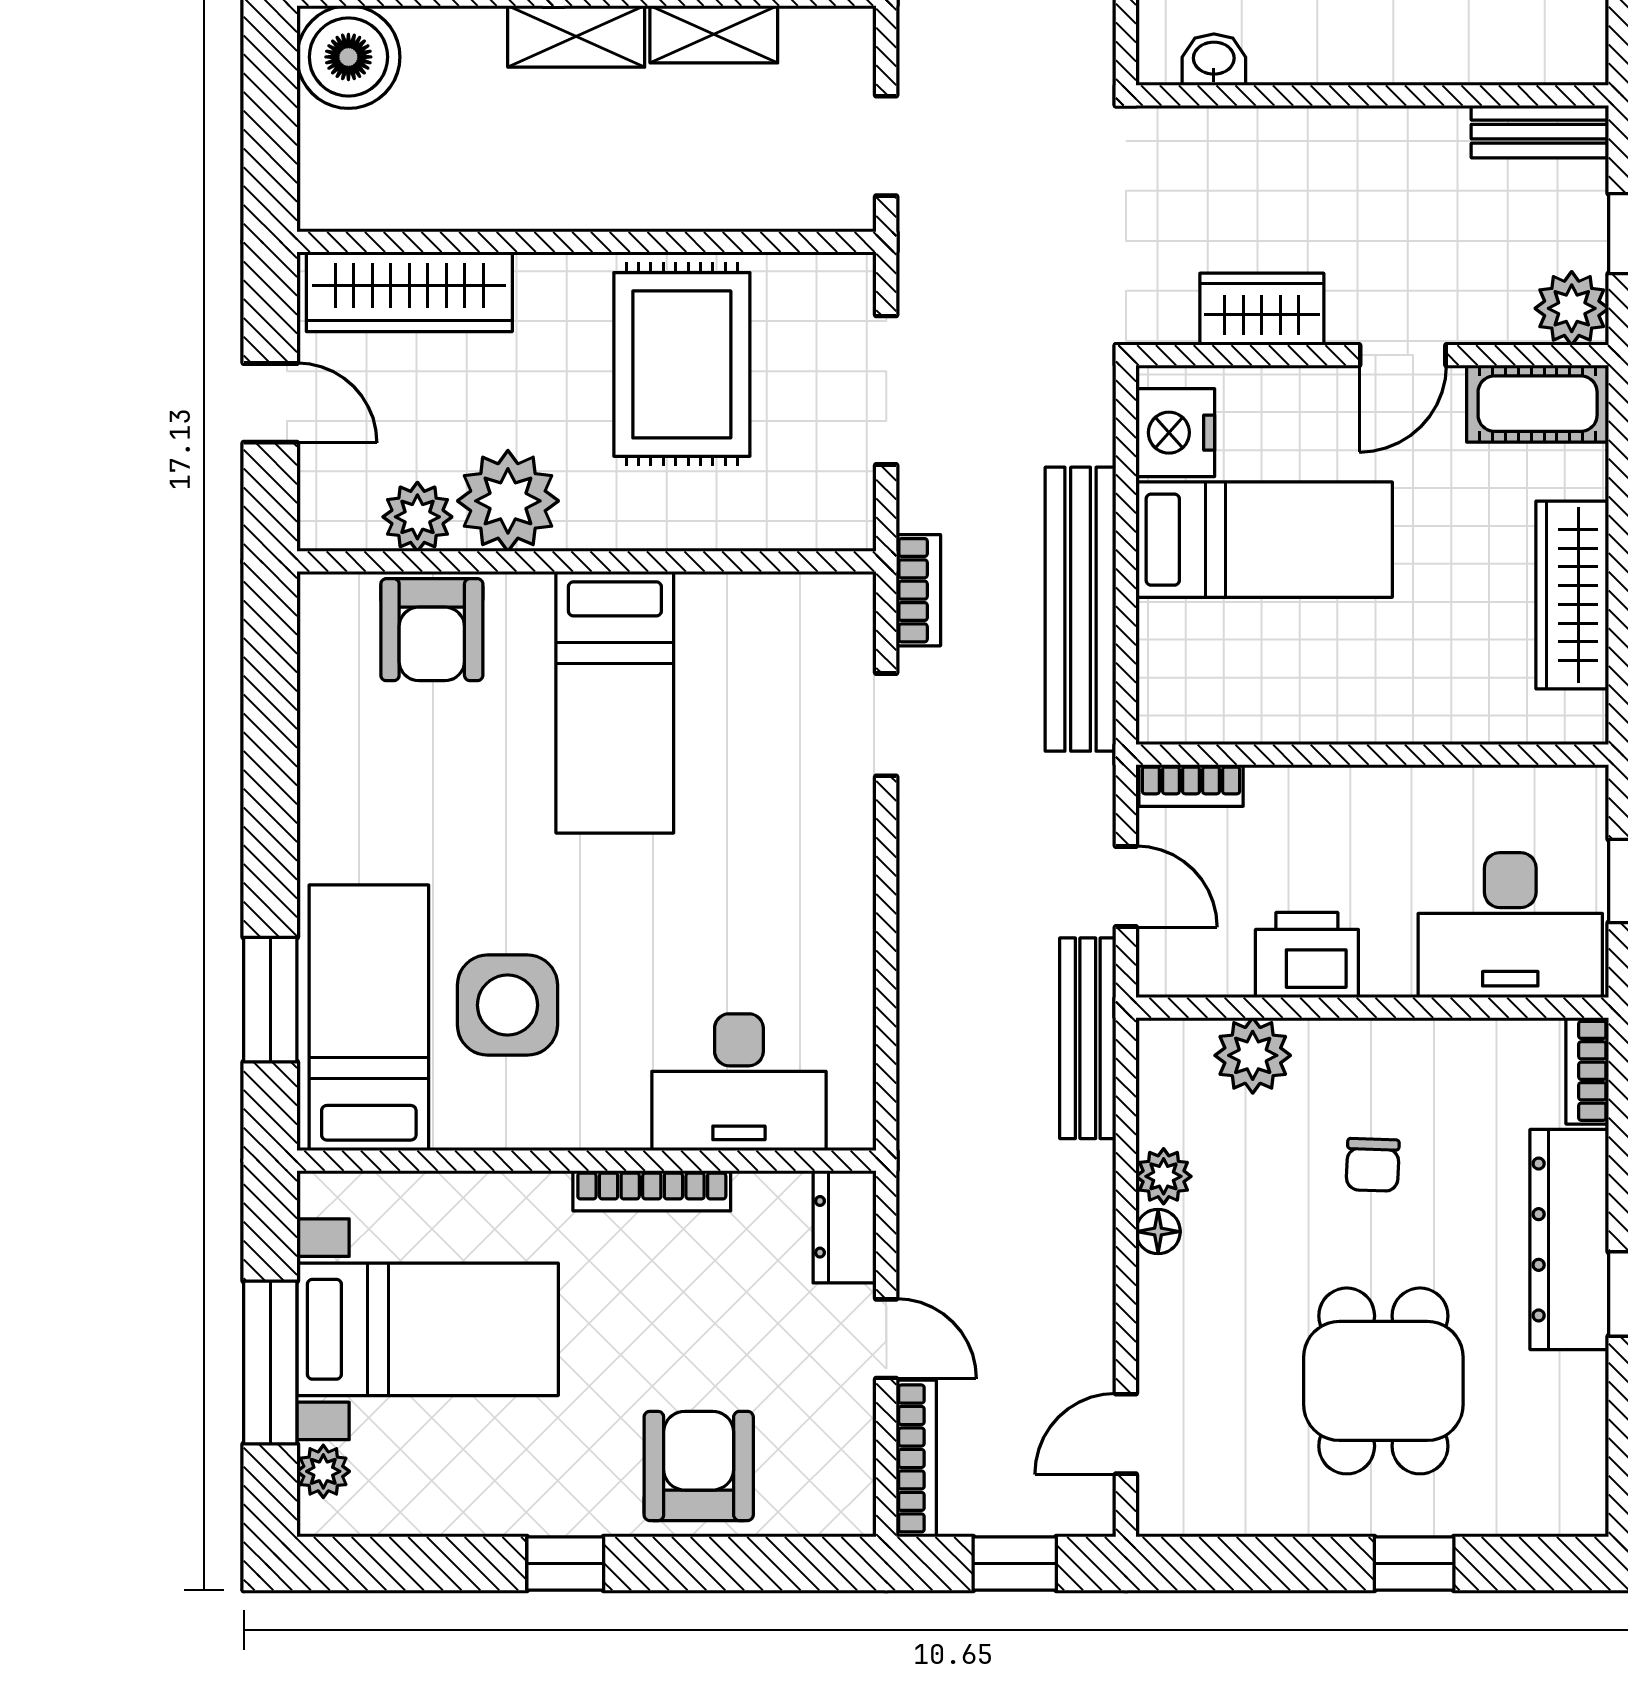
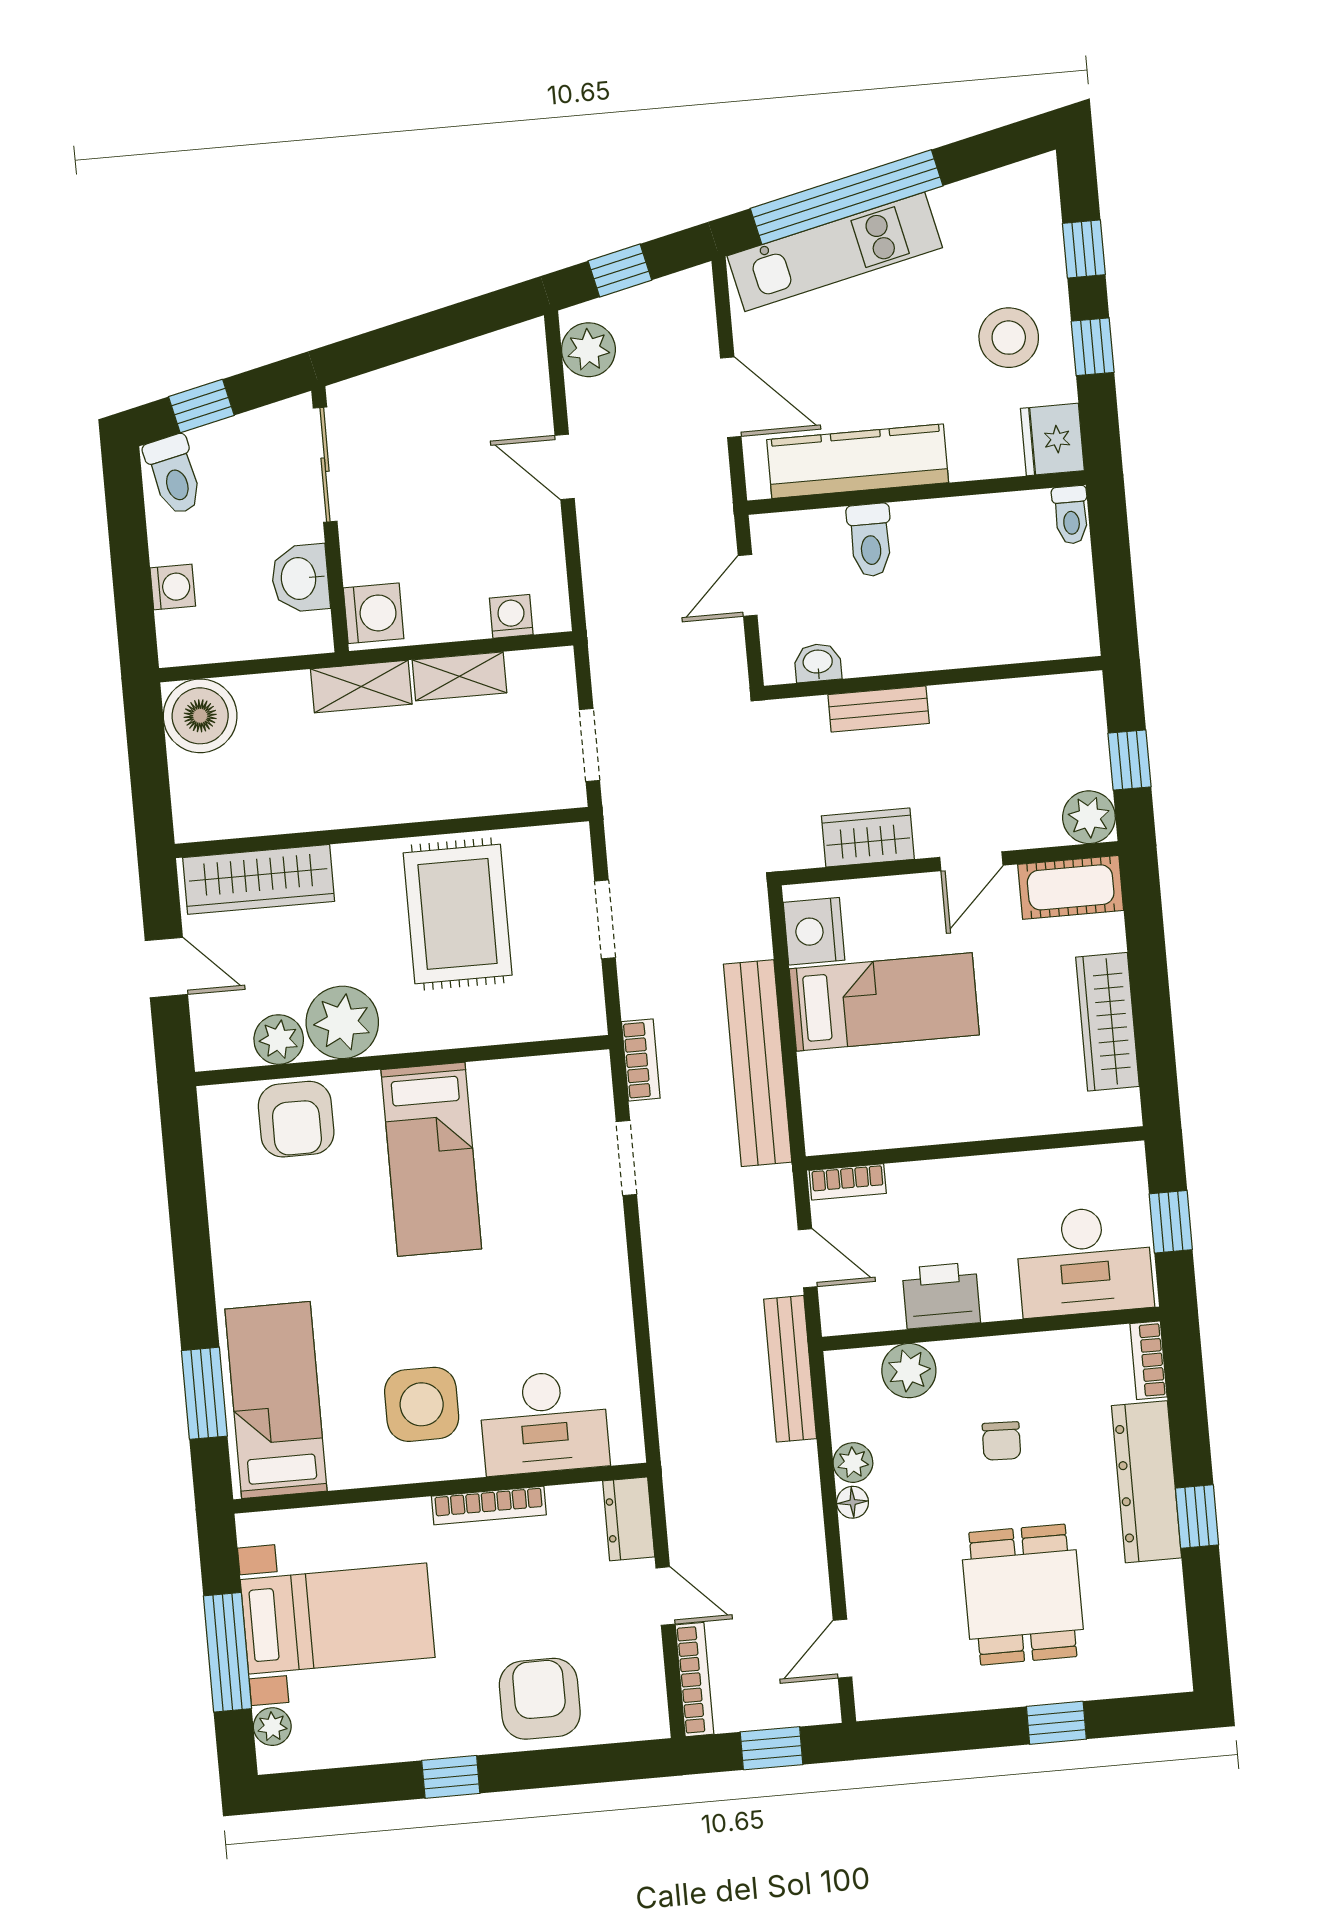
bench: (1540, 132) -> (879, 709), moved
doorway: (886, 390) -> (605, 919), width x0.73
side table: (507, 1005) -> (422, 1404), moved

